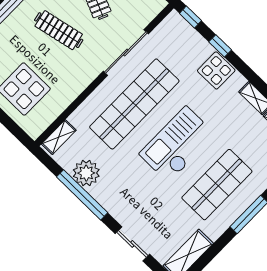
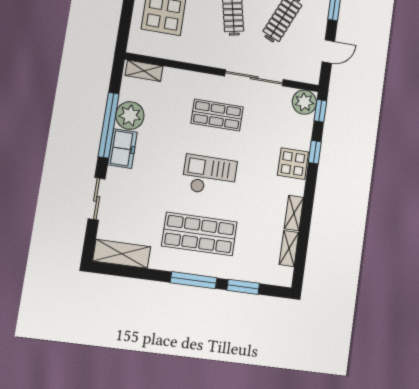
plant: (174, 25) -> (304, 102), added
shop shelf: (134, 104) -> (217, 115), width x0.50, depth x0.74
checkout: (177, 144) -> (209, 176), width x0.73, depth x0.83
freezer: (108, 197) -> (123, 149), added

